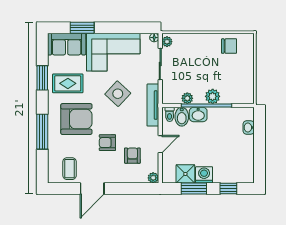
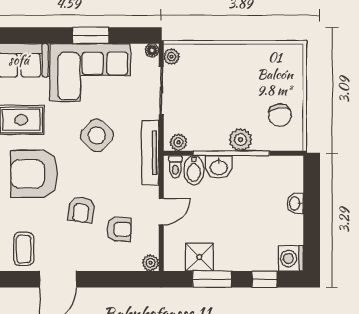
window: (82, 28) -> (91, 35), moved
chair: (229, 46) -> (280, 115), moved, turned 82
plant: (187, 98) -> (178, 142), moved
armchair: (76, 119) -> (34, 174), turned 180
washbasin: (249, 128) -> (295, 203), moved
armchair: (107, 143) -> (81, 210), turned -82
armchair: (132, 156) -> (119, 229), turned 91
washing machine: (204, 175) -> (291, 258), moved, turned -90

